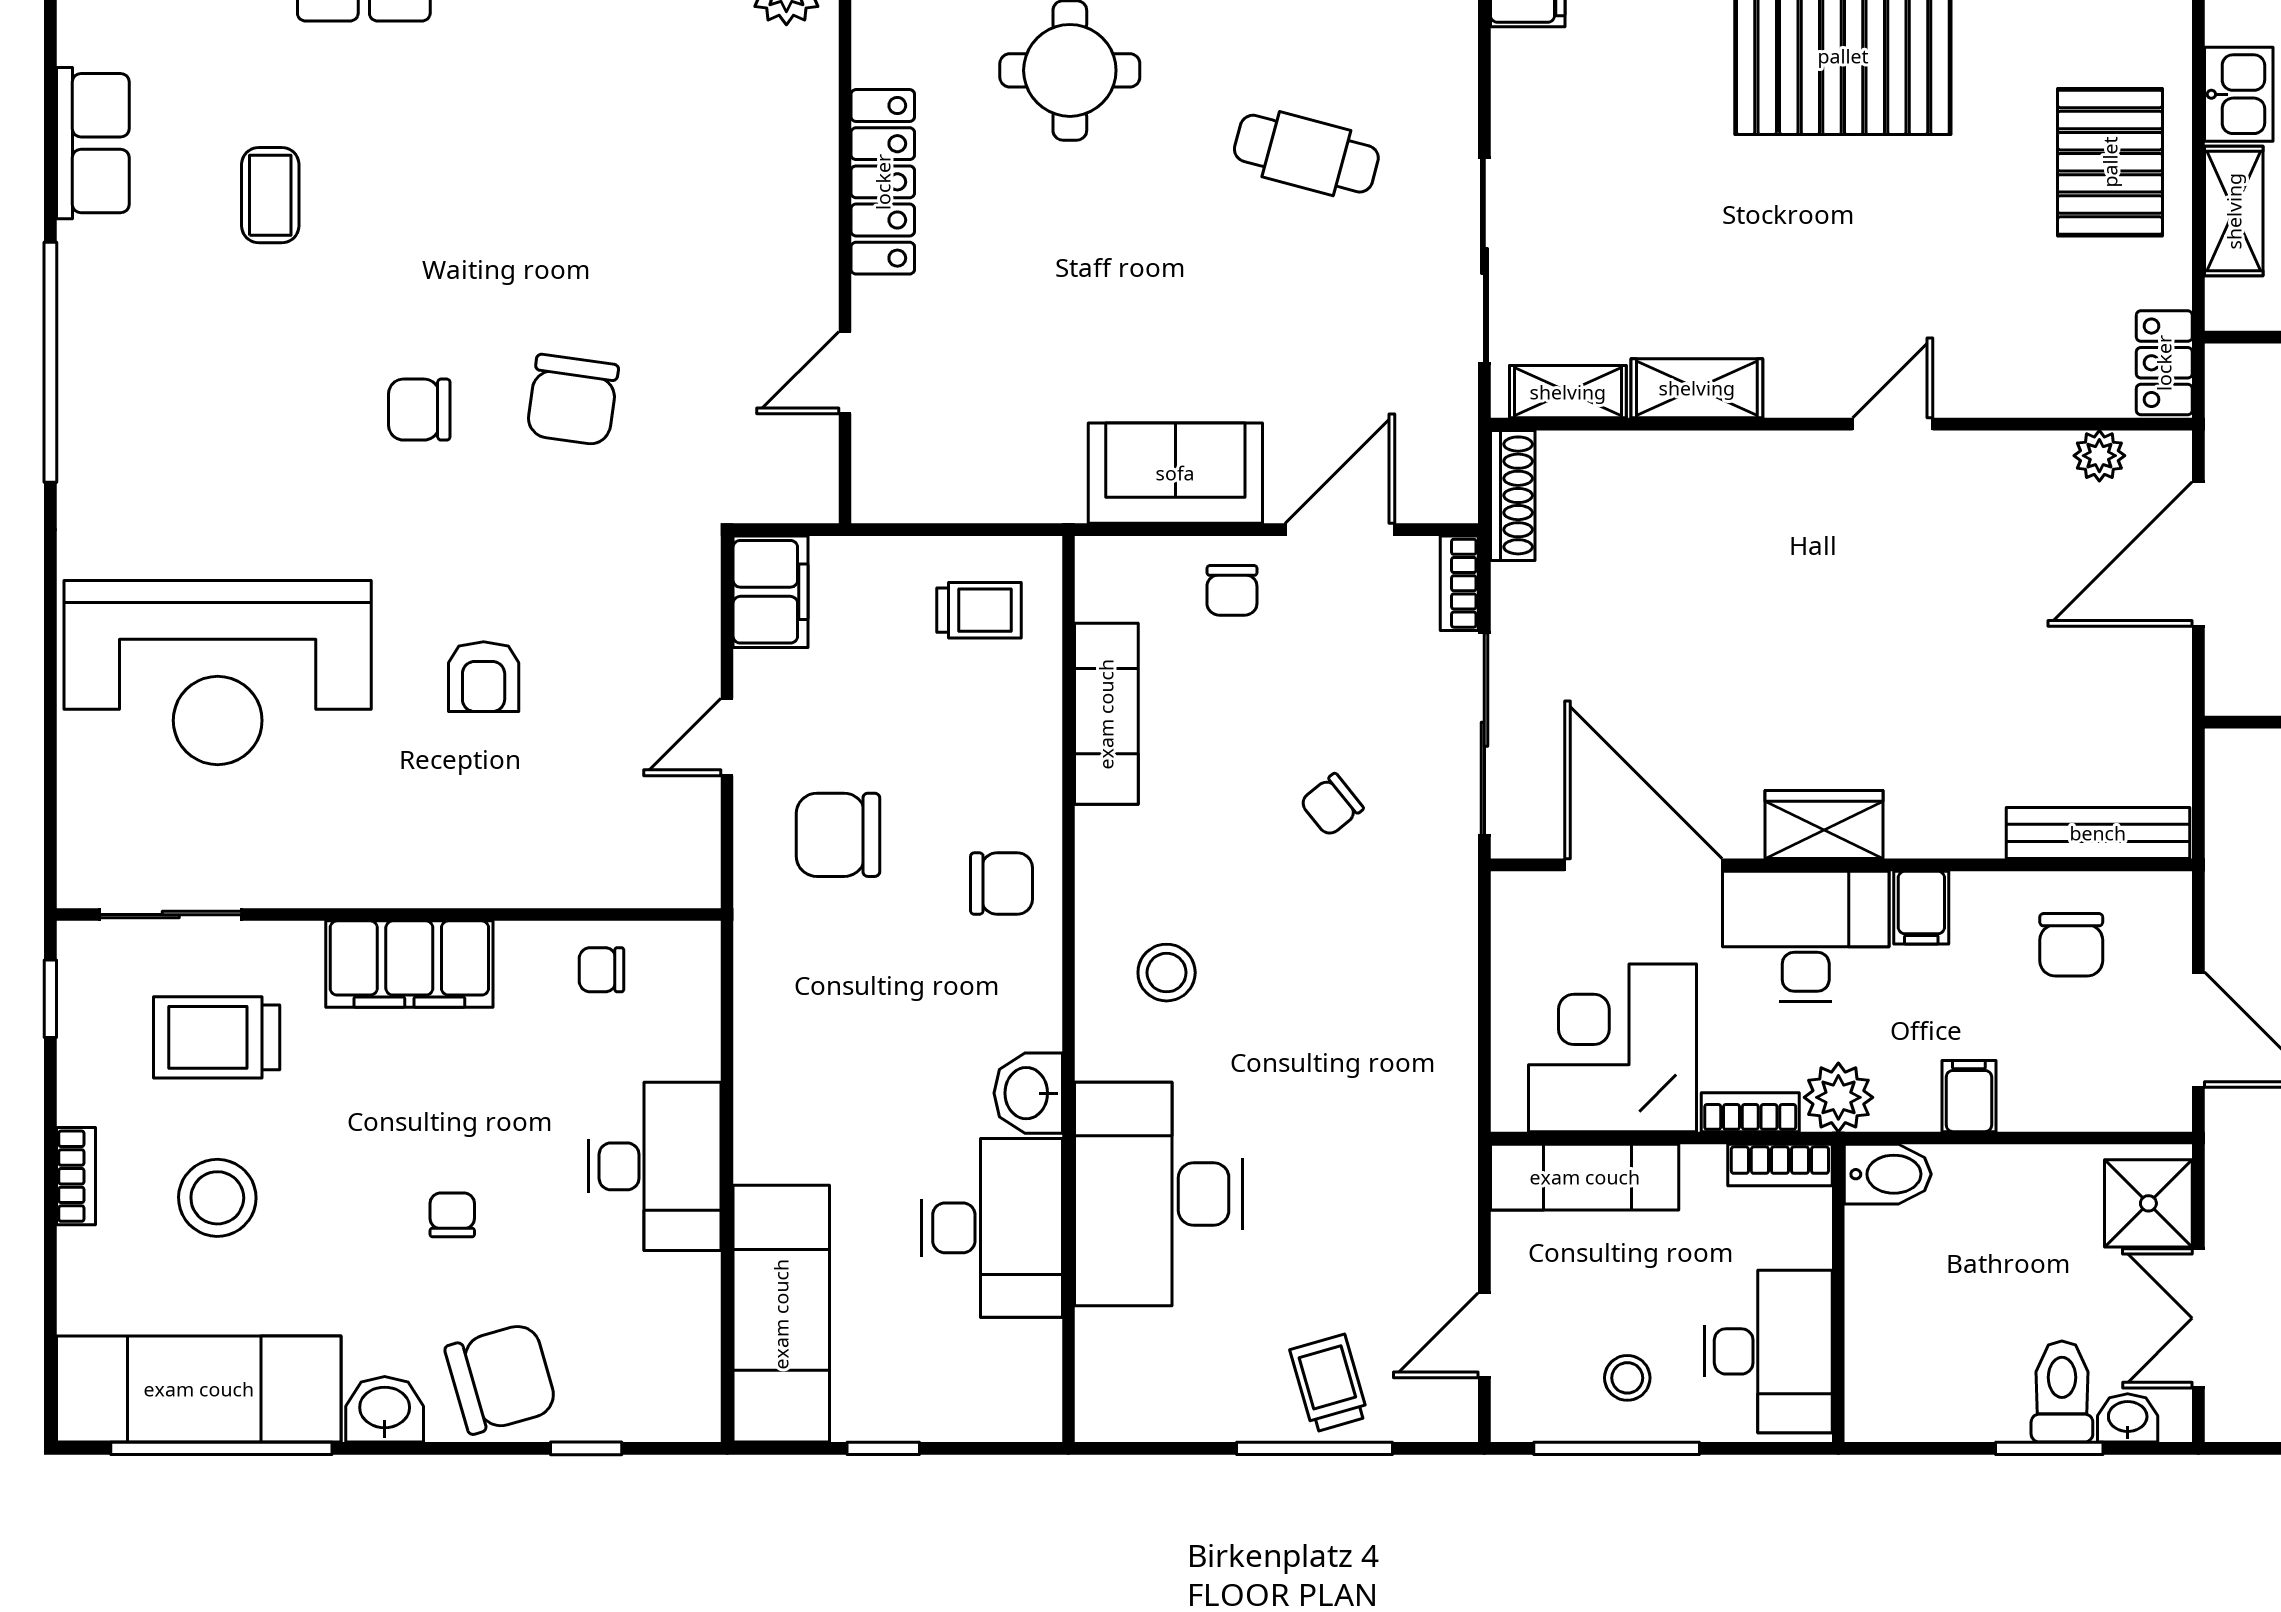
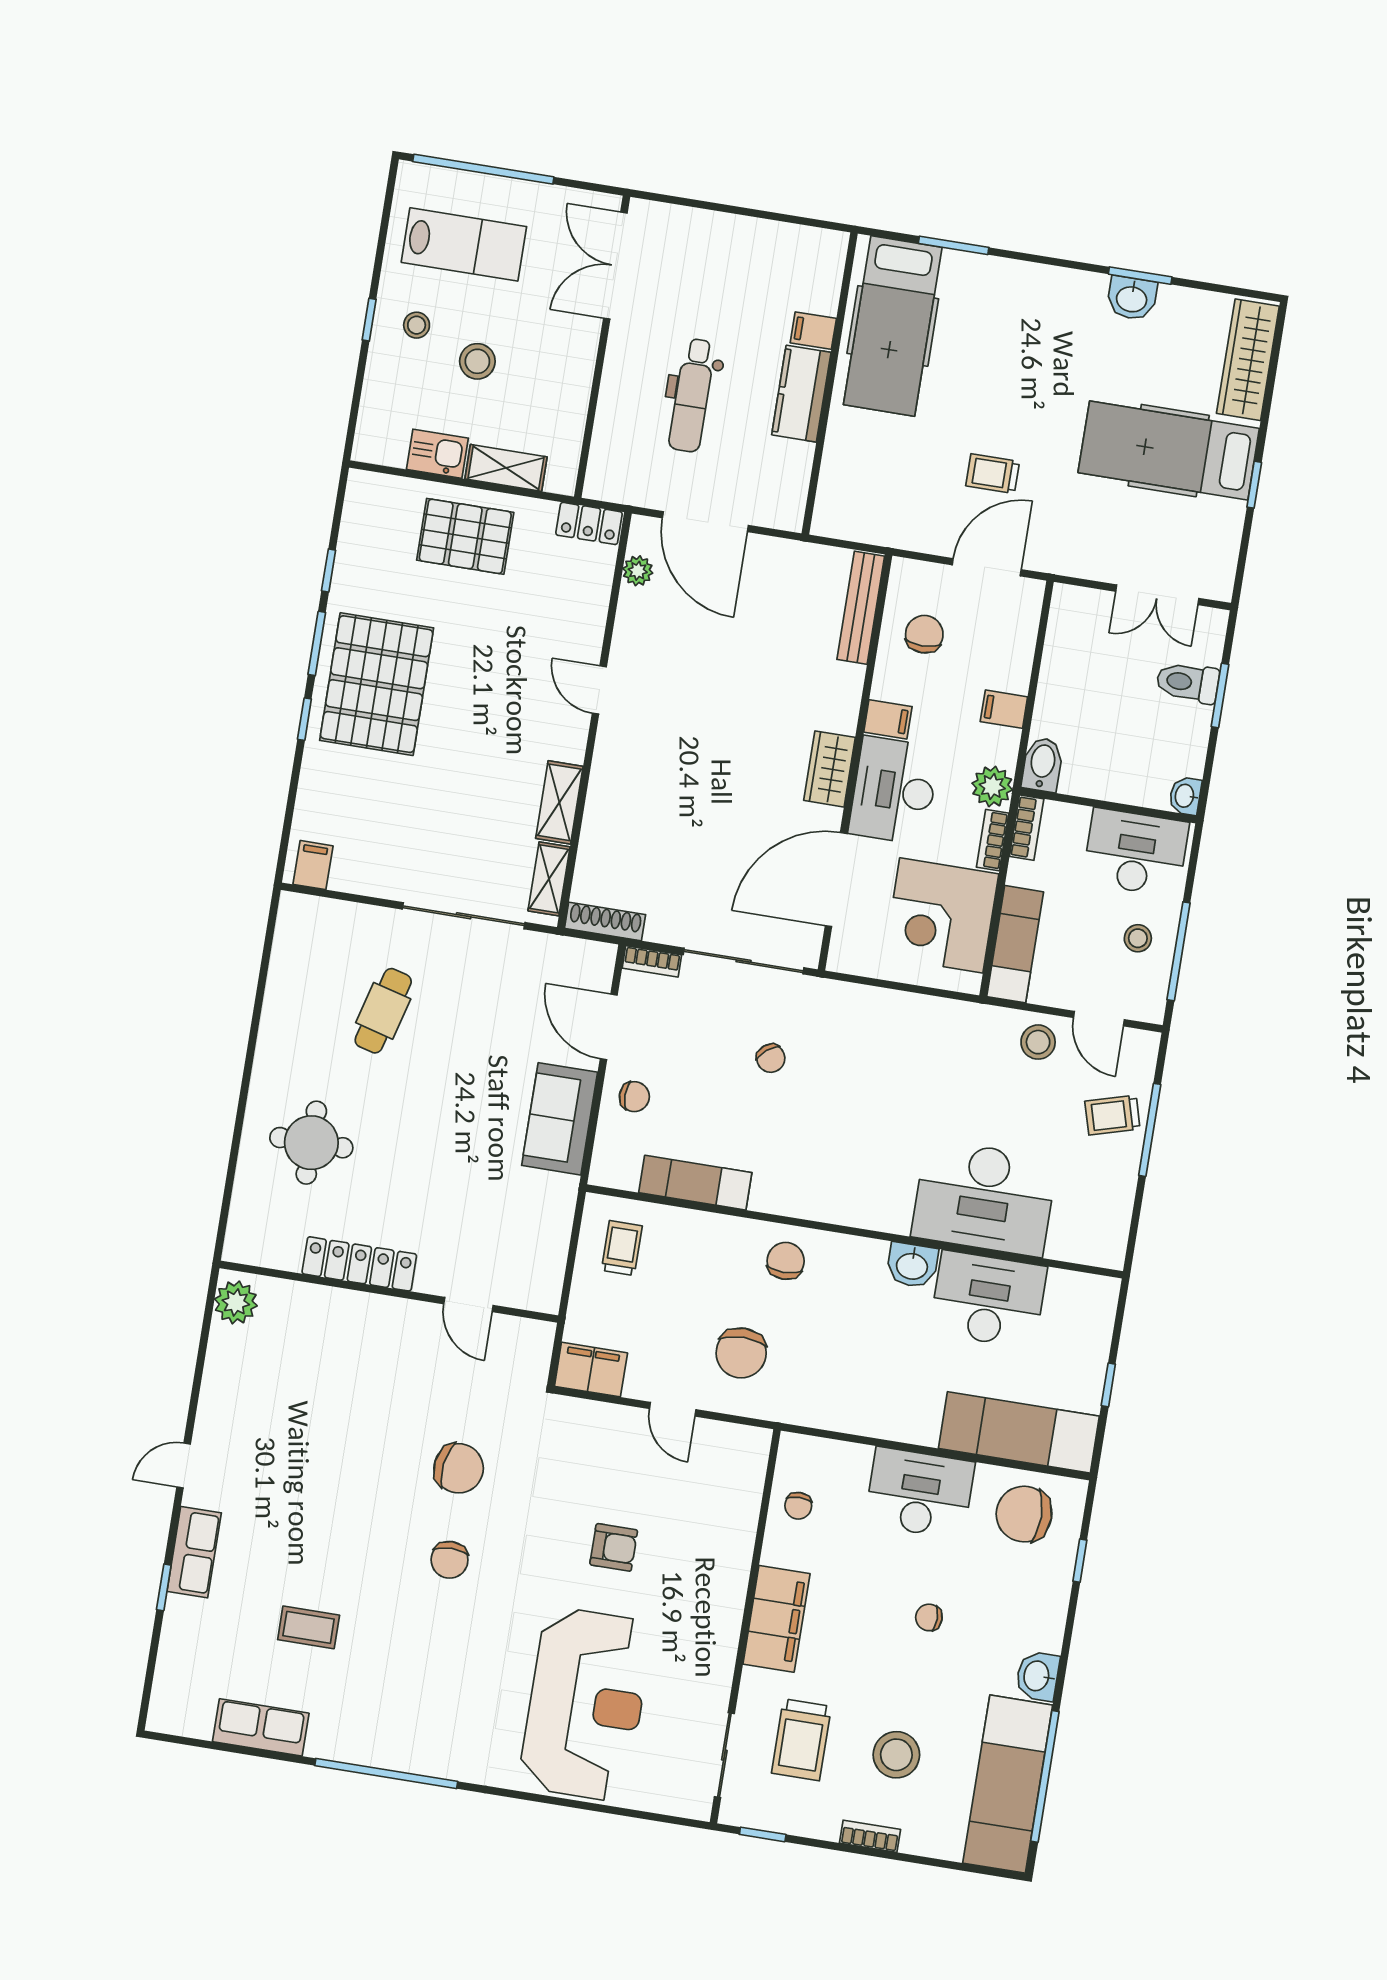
chair: (2071, 945) -> (924, 634), turned -90
stool: (1167, 973) -> (1038, 1042), moved
shower: (2148, 1203) -> (1085, 613), removed
chair: (501, 1378) -> (1024, 1514), moved, turned -74
washbasin: (2128, 1418) -> (1185, 796), moved

